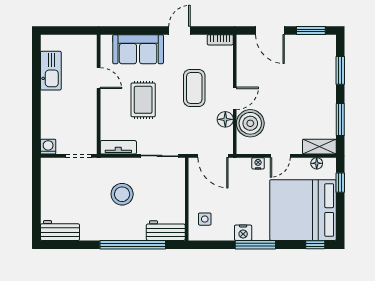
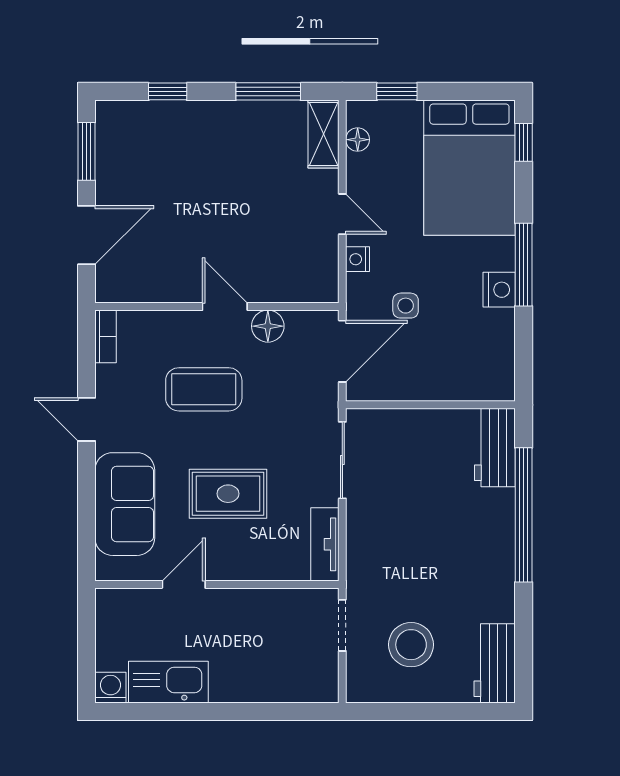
window: (340, 70) -> (168, 91), width x0.67
boiler: (250, 123) -> (276, 275), removed
washing machine: (48, 147) -> (110, 688), moved, turned 90
stool: (122, 194) -> (411, 645), moved
bed: (303, 210) -> (469, 168), width x0.73
side table: (205, 219) -> (406, 306), moved

